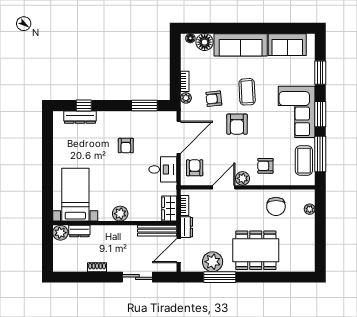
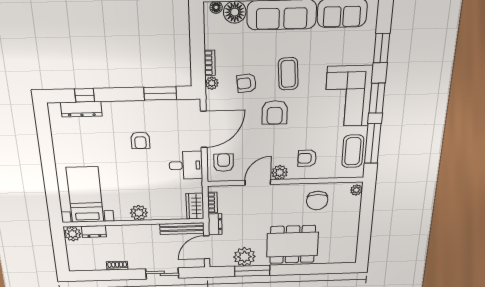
plant: (310, 209) -> (356, 190), moved

